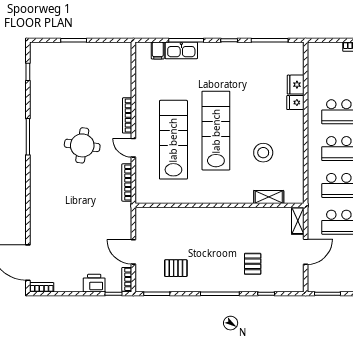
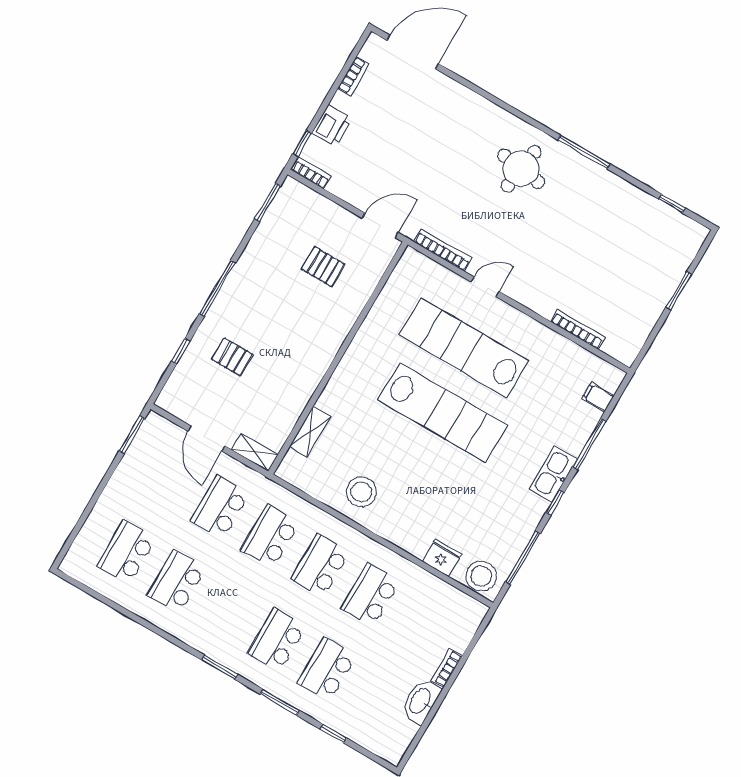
kitchen sink: (181, 50) -> (553, 474), moved
stool: (293, 57) -> (481, 576), added
fridge: (295, 103) -> (418, 543), removed
bookcase: (127, 115) -> (578, 330), moved
lab bench: (173, 140) -> (464, 348), turned 180
round table: (82, 145) -> (521, 169), moved
stool: (263, 153) -> (361, 492), moved
door: (133, 252) -> (380, 225), moved
pallet: (176, 268) -> (323, 267), moved, turned 90
bookcase: (42, 287) -> (353, 76), moved

